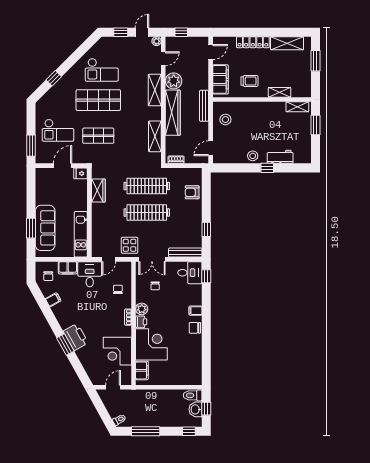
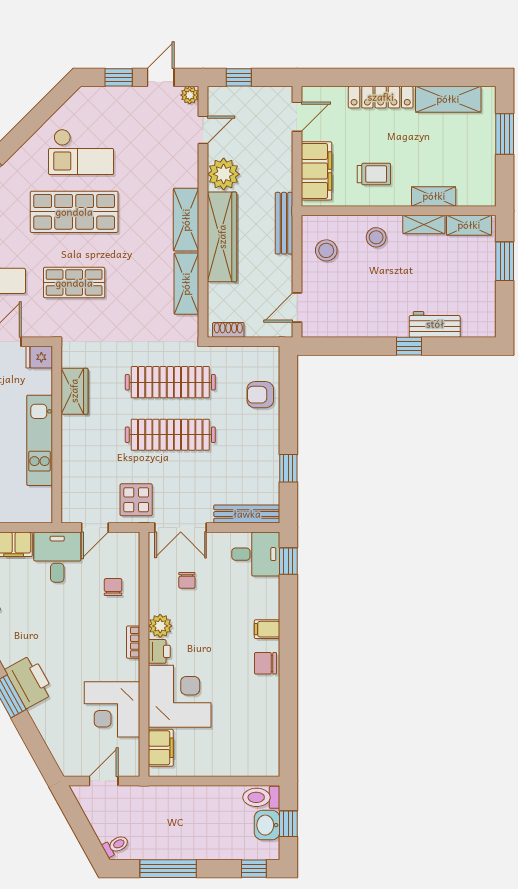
shelving: (155, 90) -> (186, 220), moved
shelving: (275, 106) -> (424, 225), added
stool: (253, 156) -> (376, 237), moved
kitchen unit: (81, 234) -> (40, 440), moved

